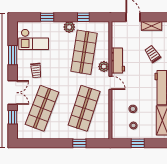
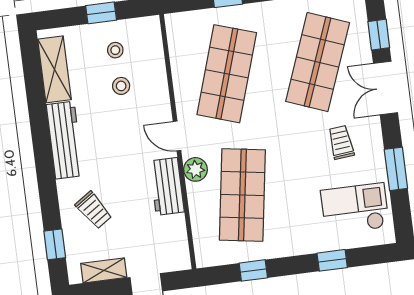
plant: (69, 27) -> (281, 245), removed

